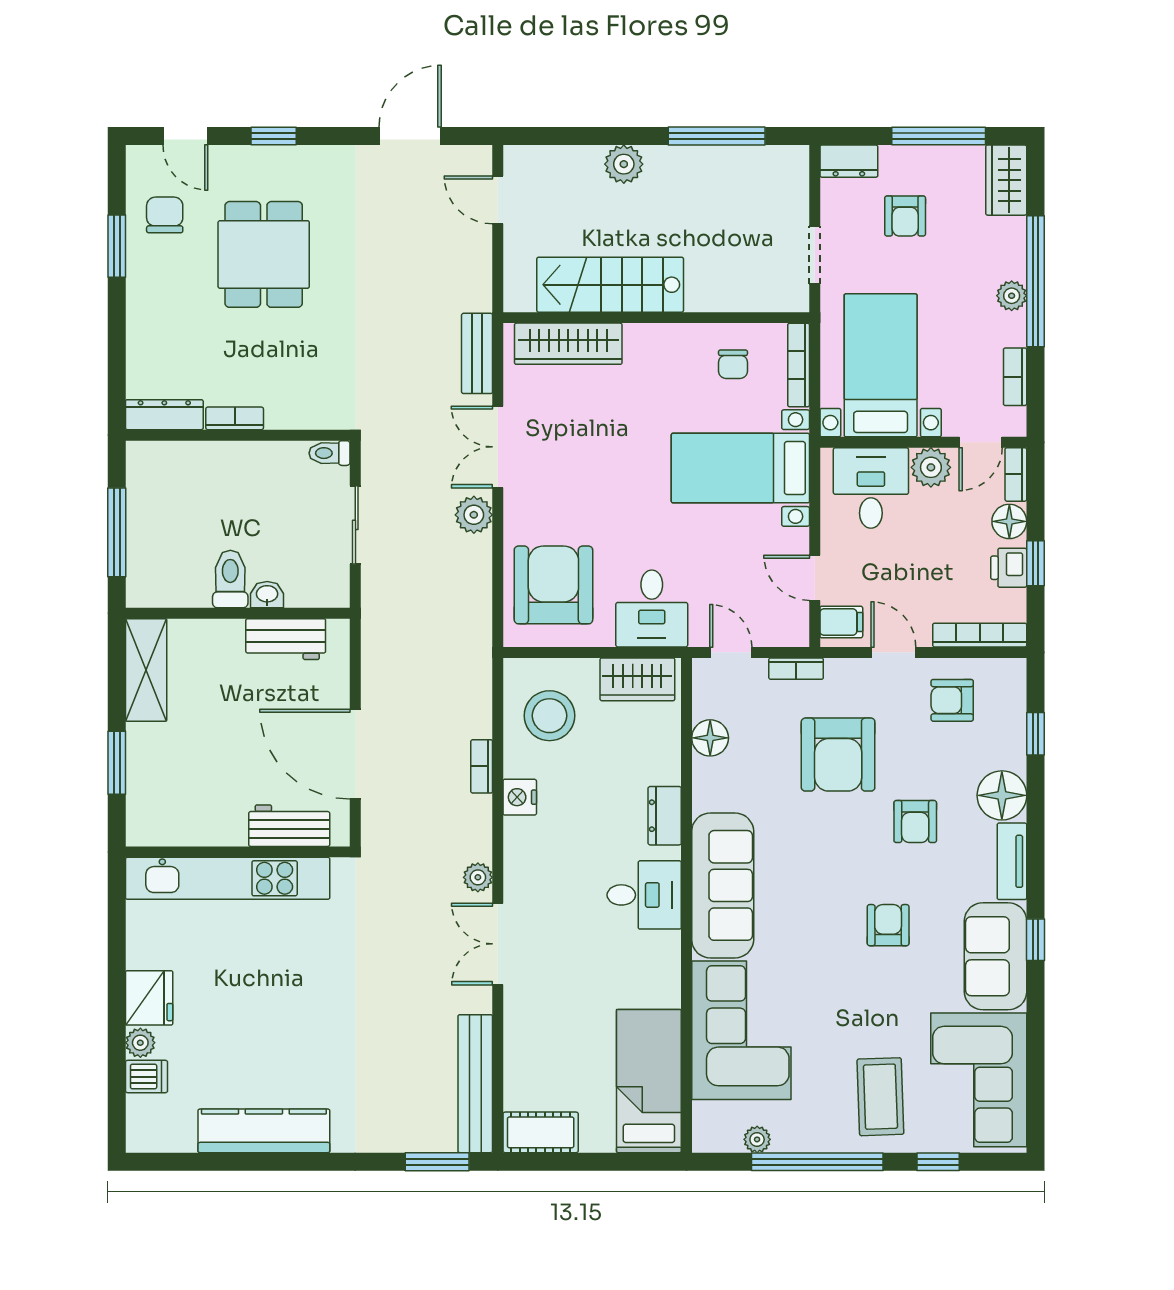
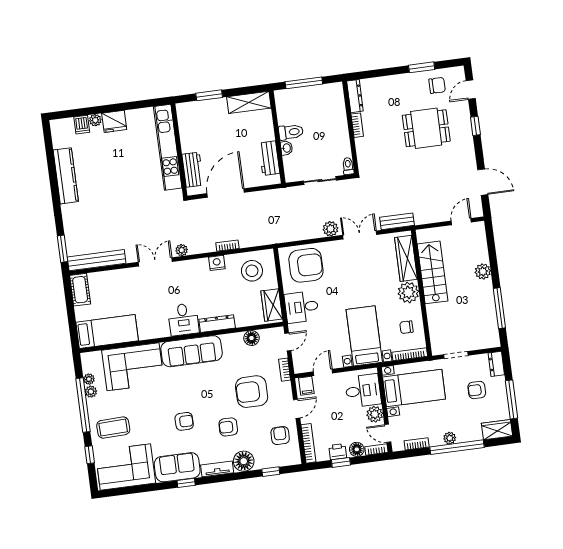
plant: (651, 349) -> (408, 292), added
dresser: (665, 816) -> (217, 324), width x1.44
plant: (788, 1139) -> (91, 392), added

